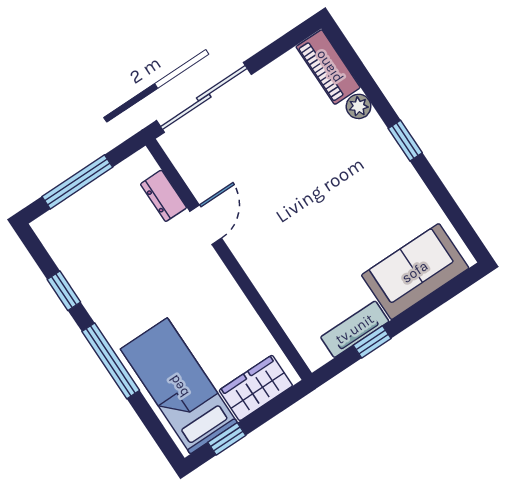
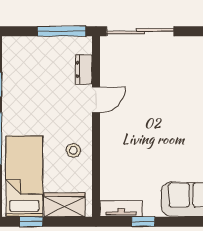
window: (77, 182) -> (62, 31), moved
stool: (220, 310) -> (73, 150), added
tv unit: (355, 329) -> (121, 209), moved

